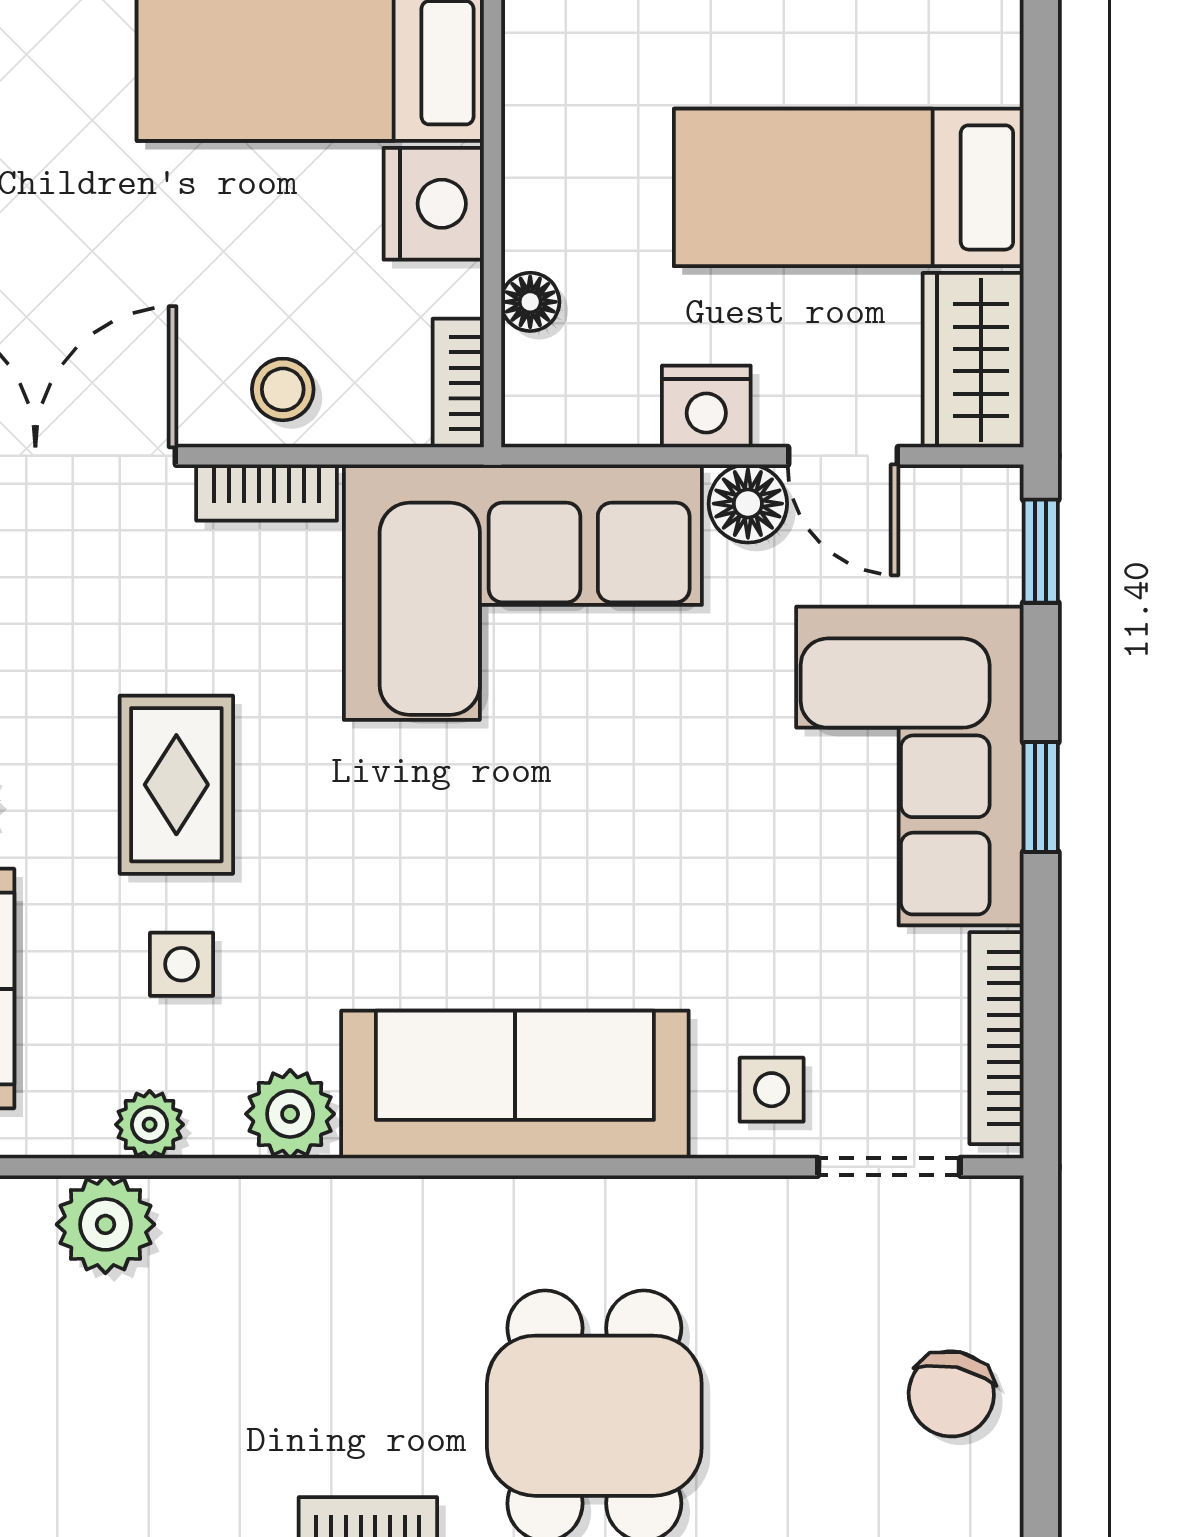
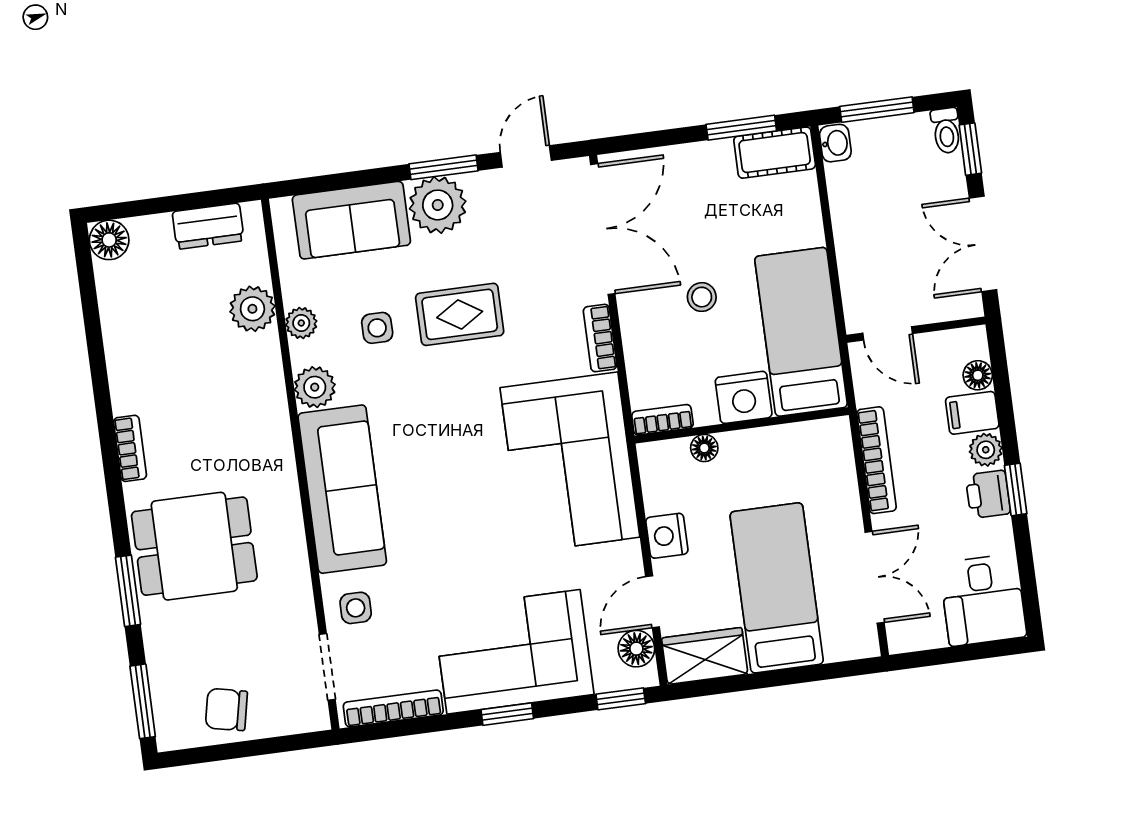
stool: (283, 389) -> (702, 297), moved
floor lamp: (748, 504) -> (636, 649), moved

